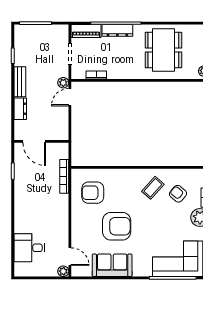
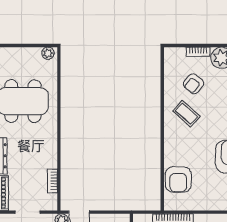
armchair: (93, 193) -> (178, 179), moved

